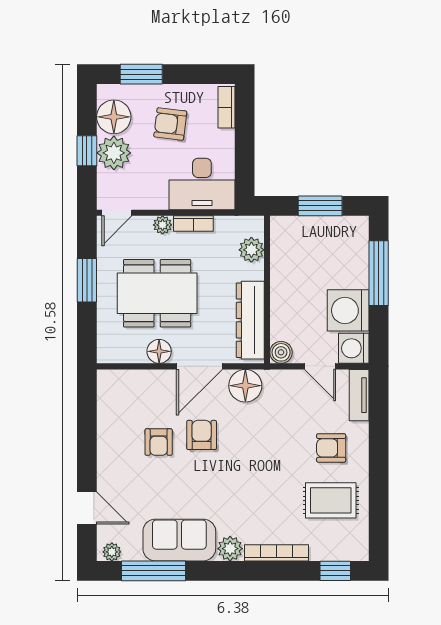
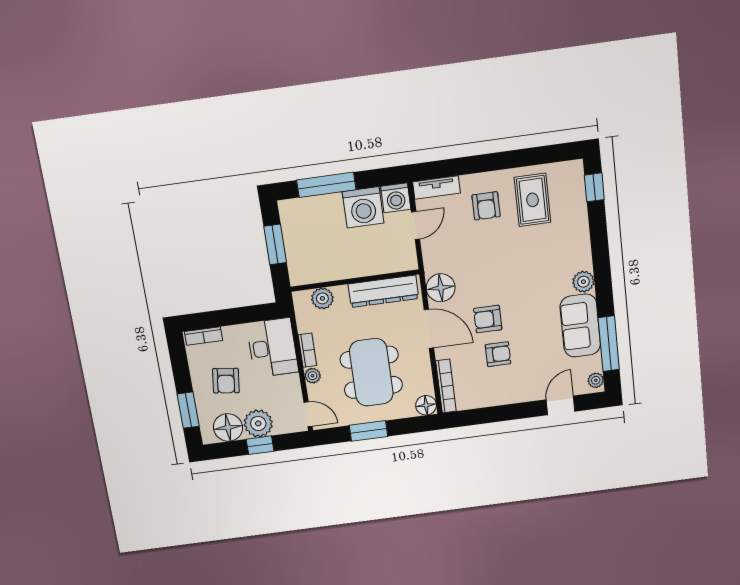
floor lamp: (159, 351) -> (426, 405), moved
boiler: (281, 352) -> (408, 261), removed
bookcase: (276, 553) -> (446, 386), moved, turned 180

